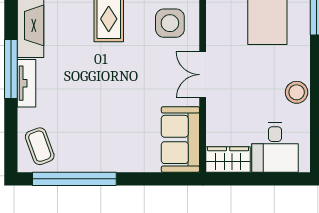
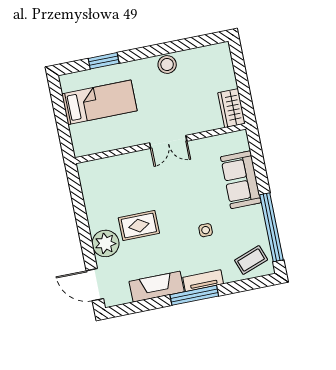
side table: (170, 23) -> (206, 230), moved, width x0.54, depth x0.54
sofa: (180, 139) -> (241, 180), moved, turned 90
desk: (275, 148) -> (214, 73), removed

